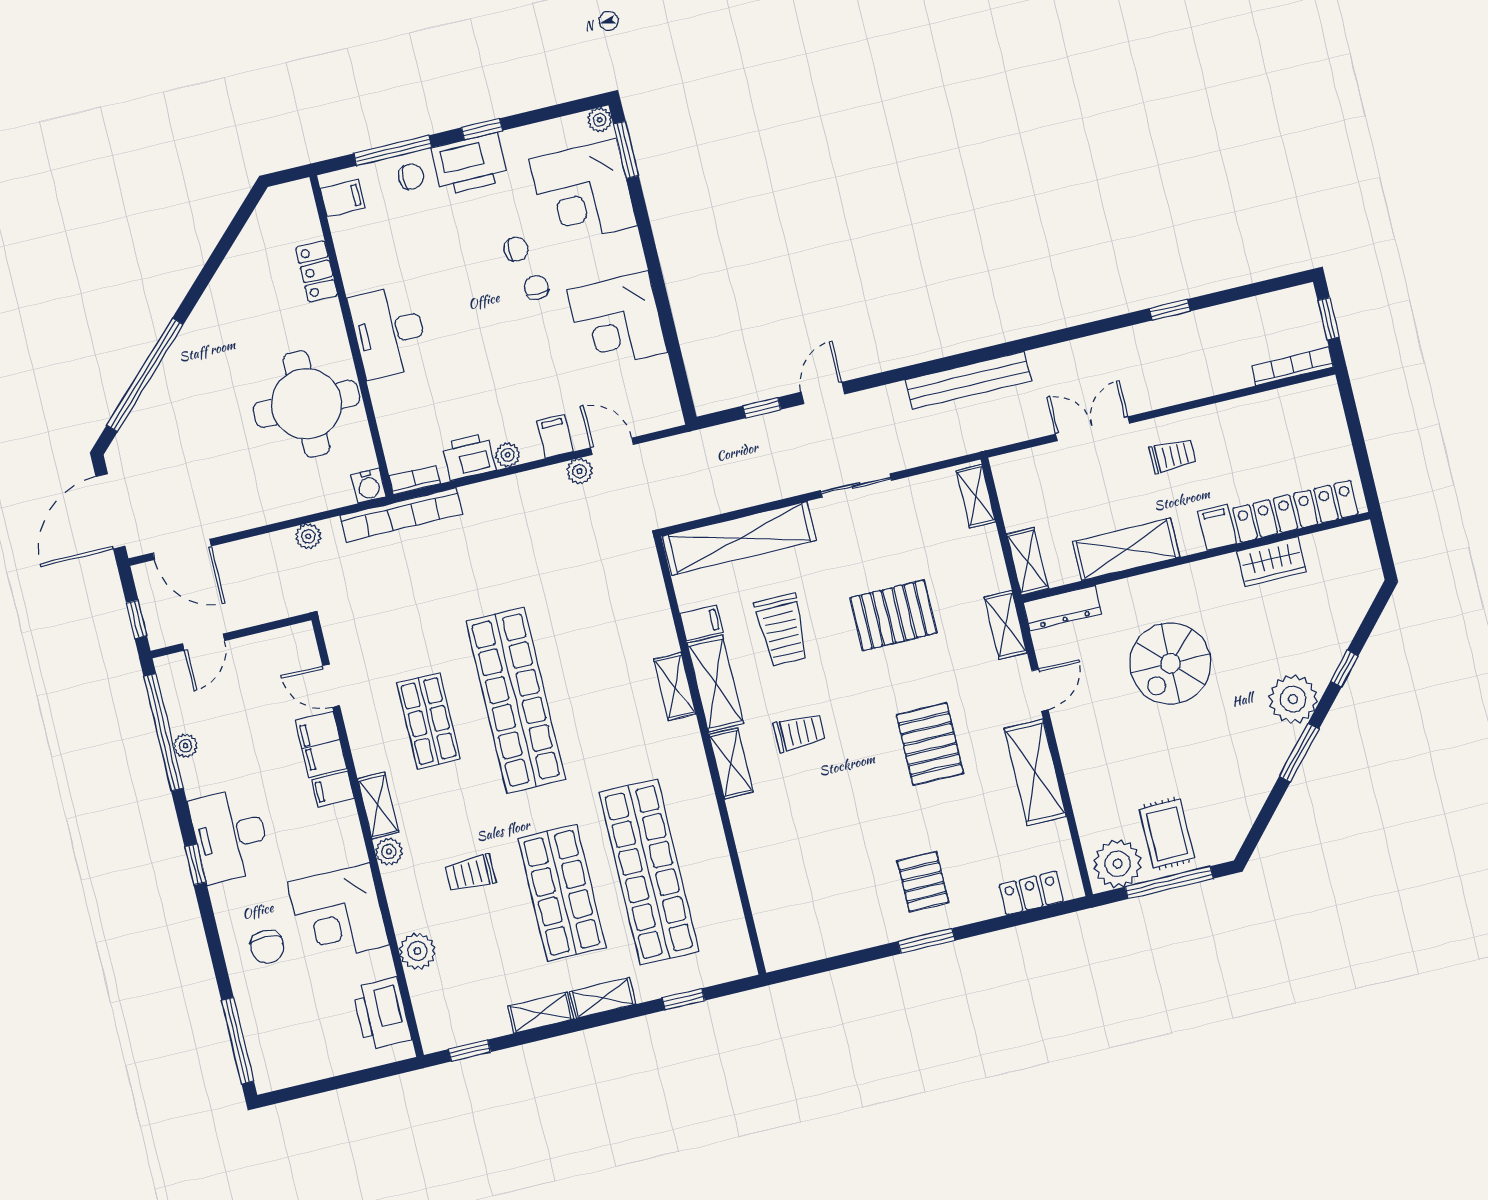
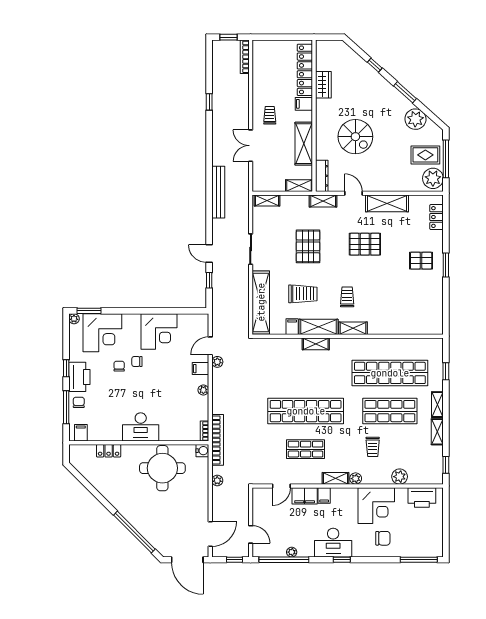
printer: (469, 457) -> (200, 406), removed
plant: (1293, 699) -> (415, 119), moved

